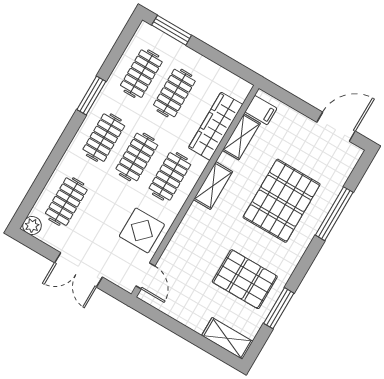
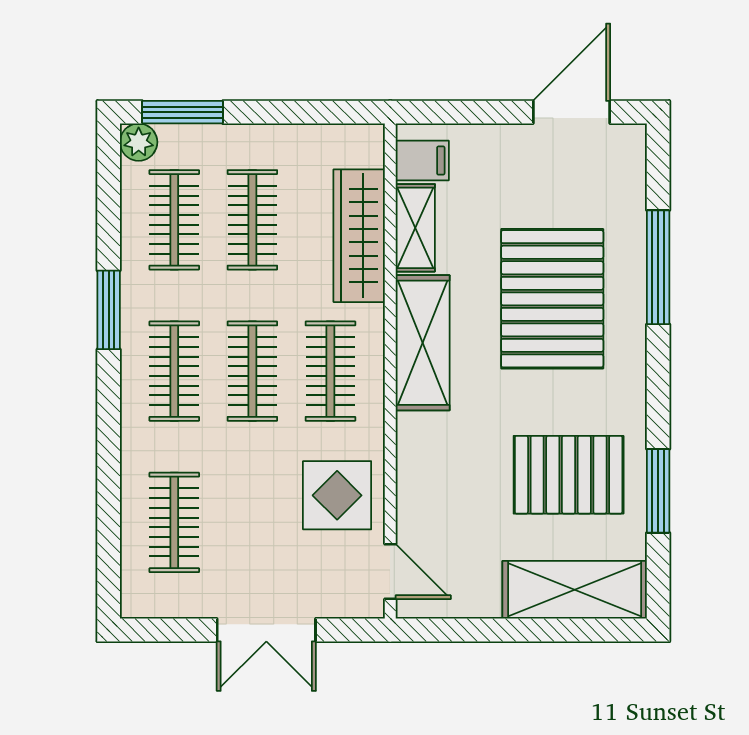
shelving: (213, 186) -> (423, 343), width x1.50, depth x1.33
plant: (32, 226) -> (139, 142), moved
shelving: (227, 338) -> (575, 590), width x1.50, depth x1.33

